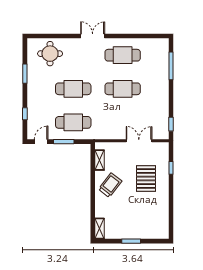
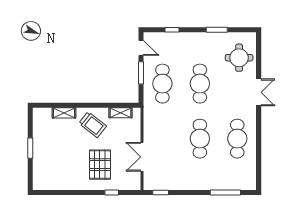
double door: (93, 36) -> (259, 92), moved
double door: (139, 141) -> (142, 157), swing flipped
pallet: (146, 179) -> (100, 165), turned 90
shelving: (100, 228) -> (64, 113), moved

